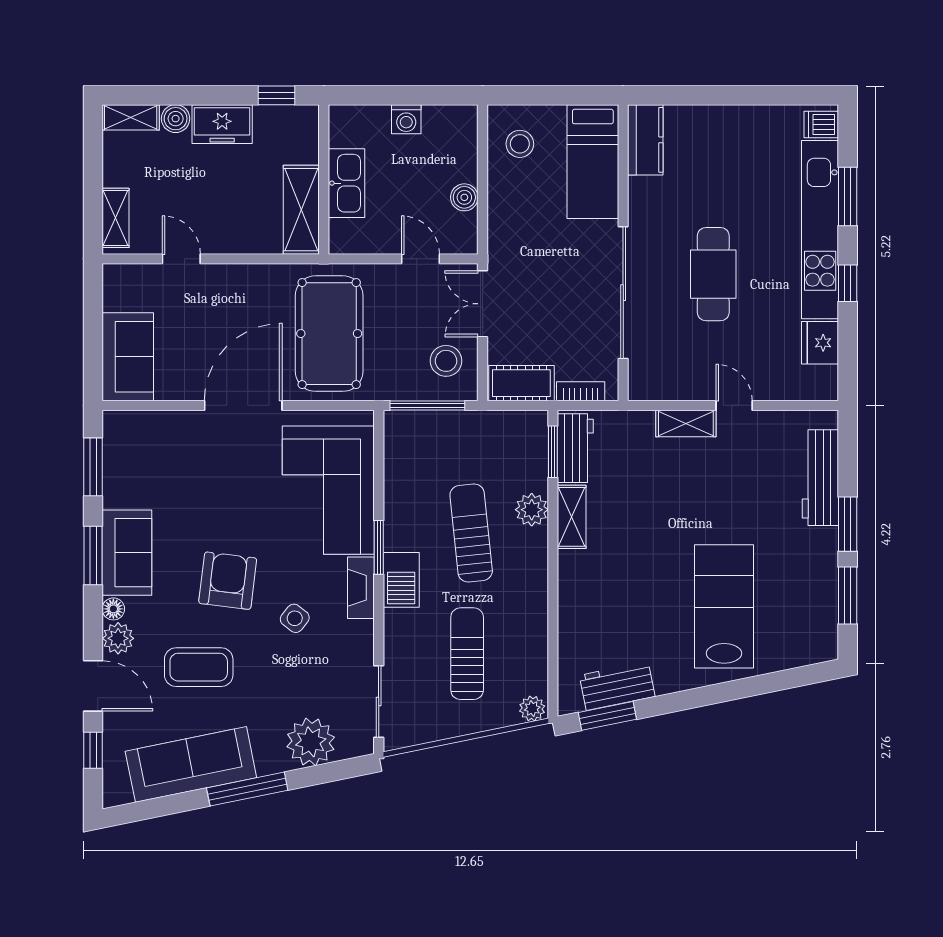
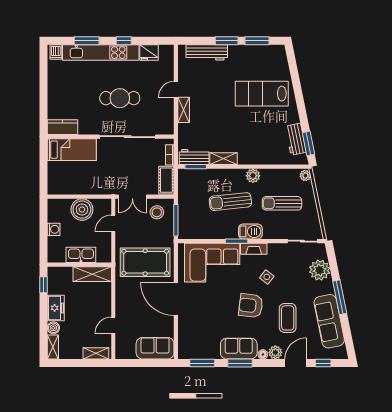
stool: (520, 144) -> (64, 181), removed
boiler: (464, 197) -> (82, 210), width x1.86, depth x1.86
plant: (532, 510) -> (253, 176), moved

